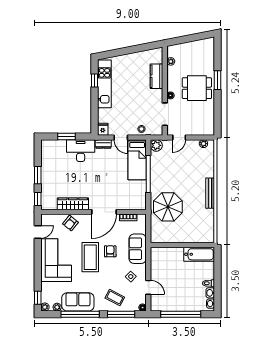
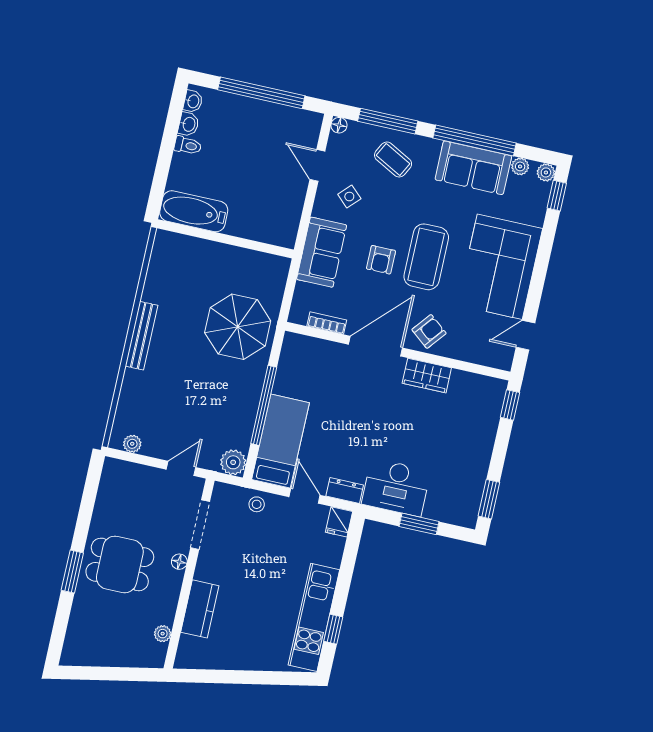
window: (38, 175) -> (489, 499), moved
wardrobe: (73, 204) -> (427, 376), width x0.67
armchair: (70, 223) -> (429, 331), moved

